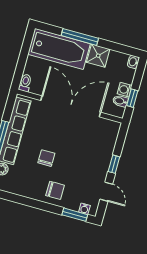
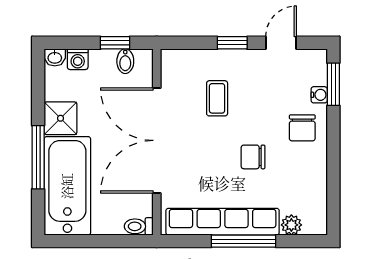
washing machine: (125, 90) -> (78, 59), moved
coffee table: (85, 147) -> (217, 98), added
chair: (55, 190) -> (302, 128), turned 180
water cooler: (84, 209) -> (319, 95), moved

